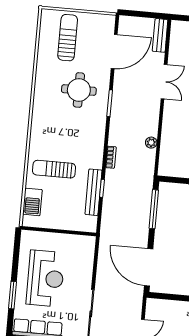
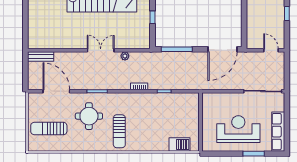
double door: (164, 82) -> (101, 50), moved
sun lounger: (54, 169) -> (119, 131), moved
bench: (93, 192) -> (168, 98), removed

